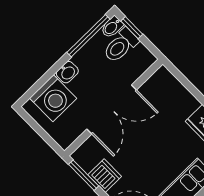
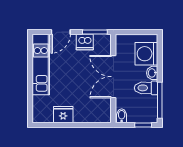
bidet: (112, 27) -> (122, 116), moved
toilet: (121, 45) -> (146, 88), moved, turned -90

